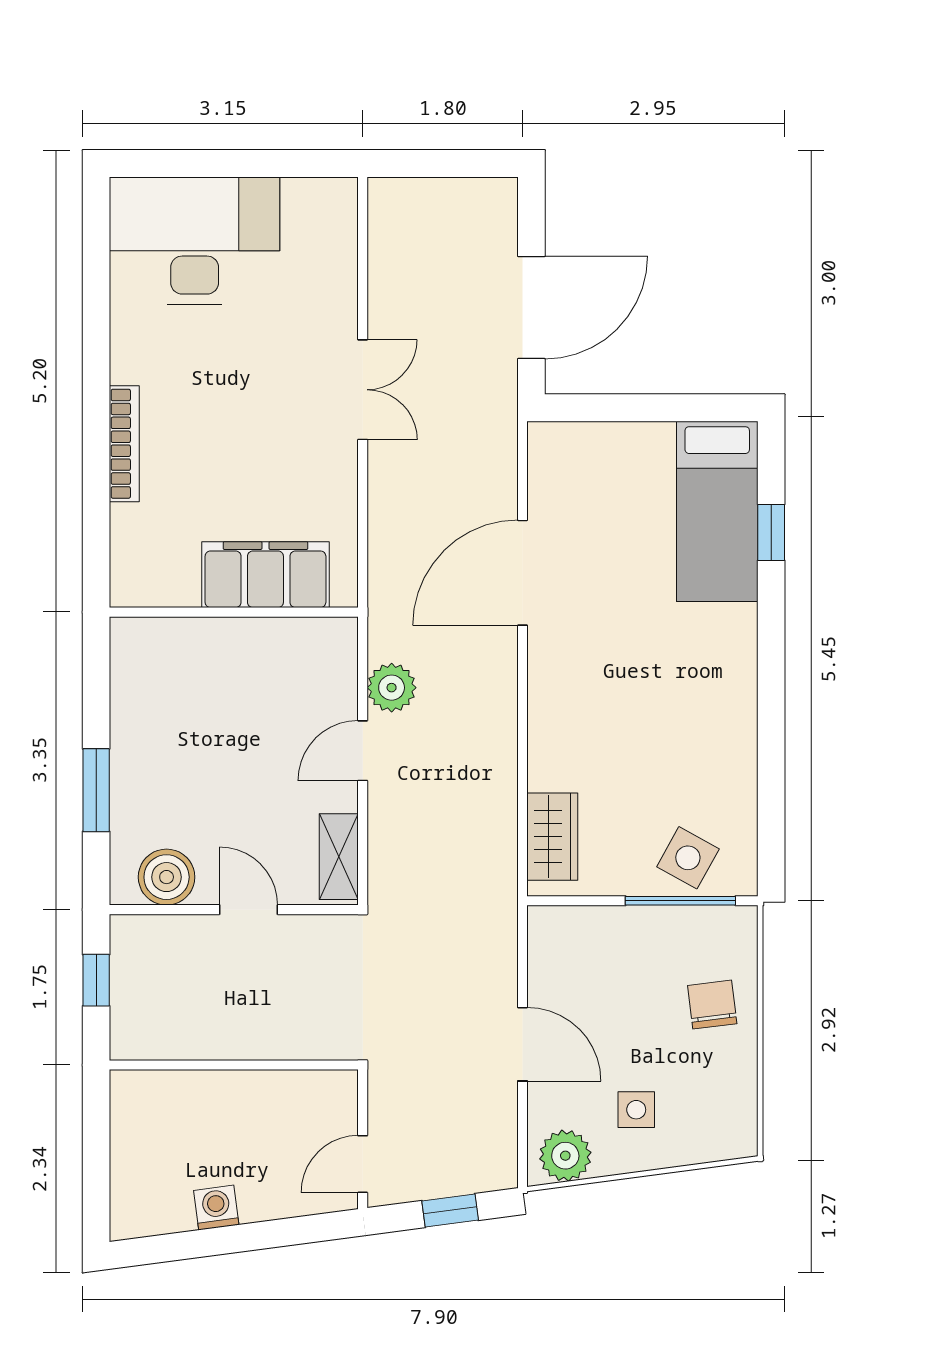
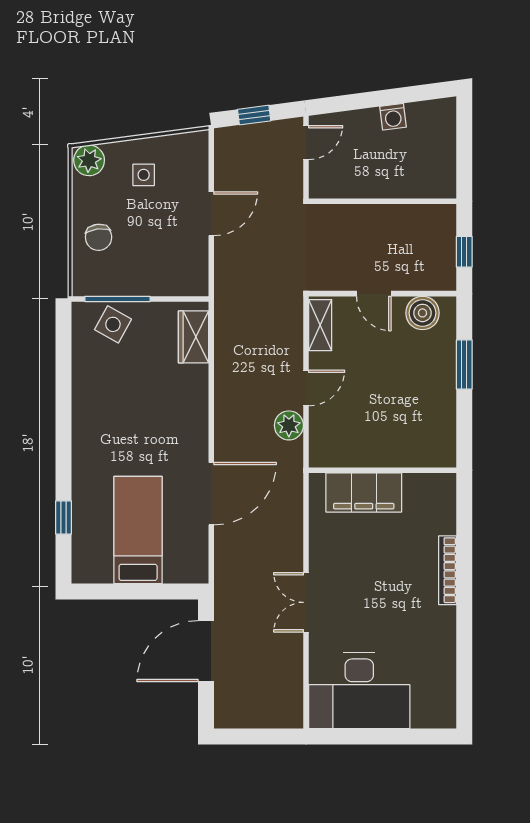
desk: (195, 241) -> (359, 691), moved
bed: (717, 511) -> (138, 530), moved
door: (522, 1044) -> (211, 214), swing flipped
plant: (565, 1156) -> (89, 160), moved

